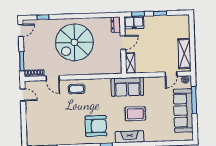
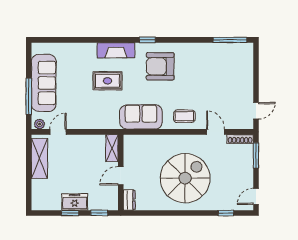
freezer: (134, 23) -> (75, 202), moved
sofa: (127, 87) -> (141, 117), moved
door: (23, 95) -> (256, 111), swing flipped

